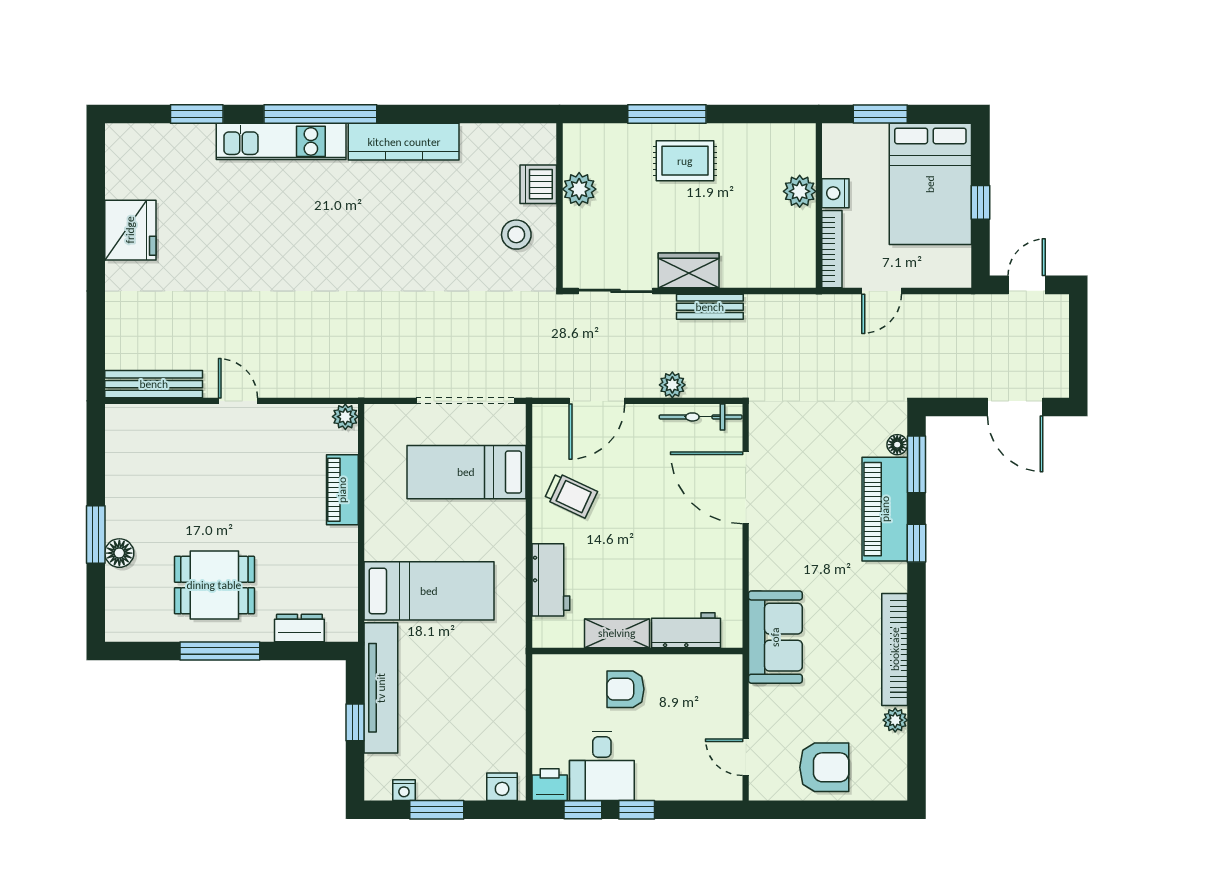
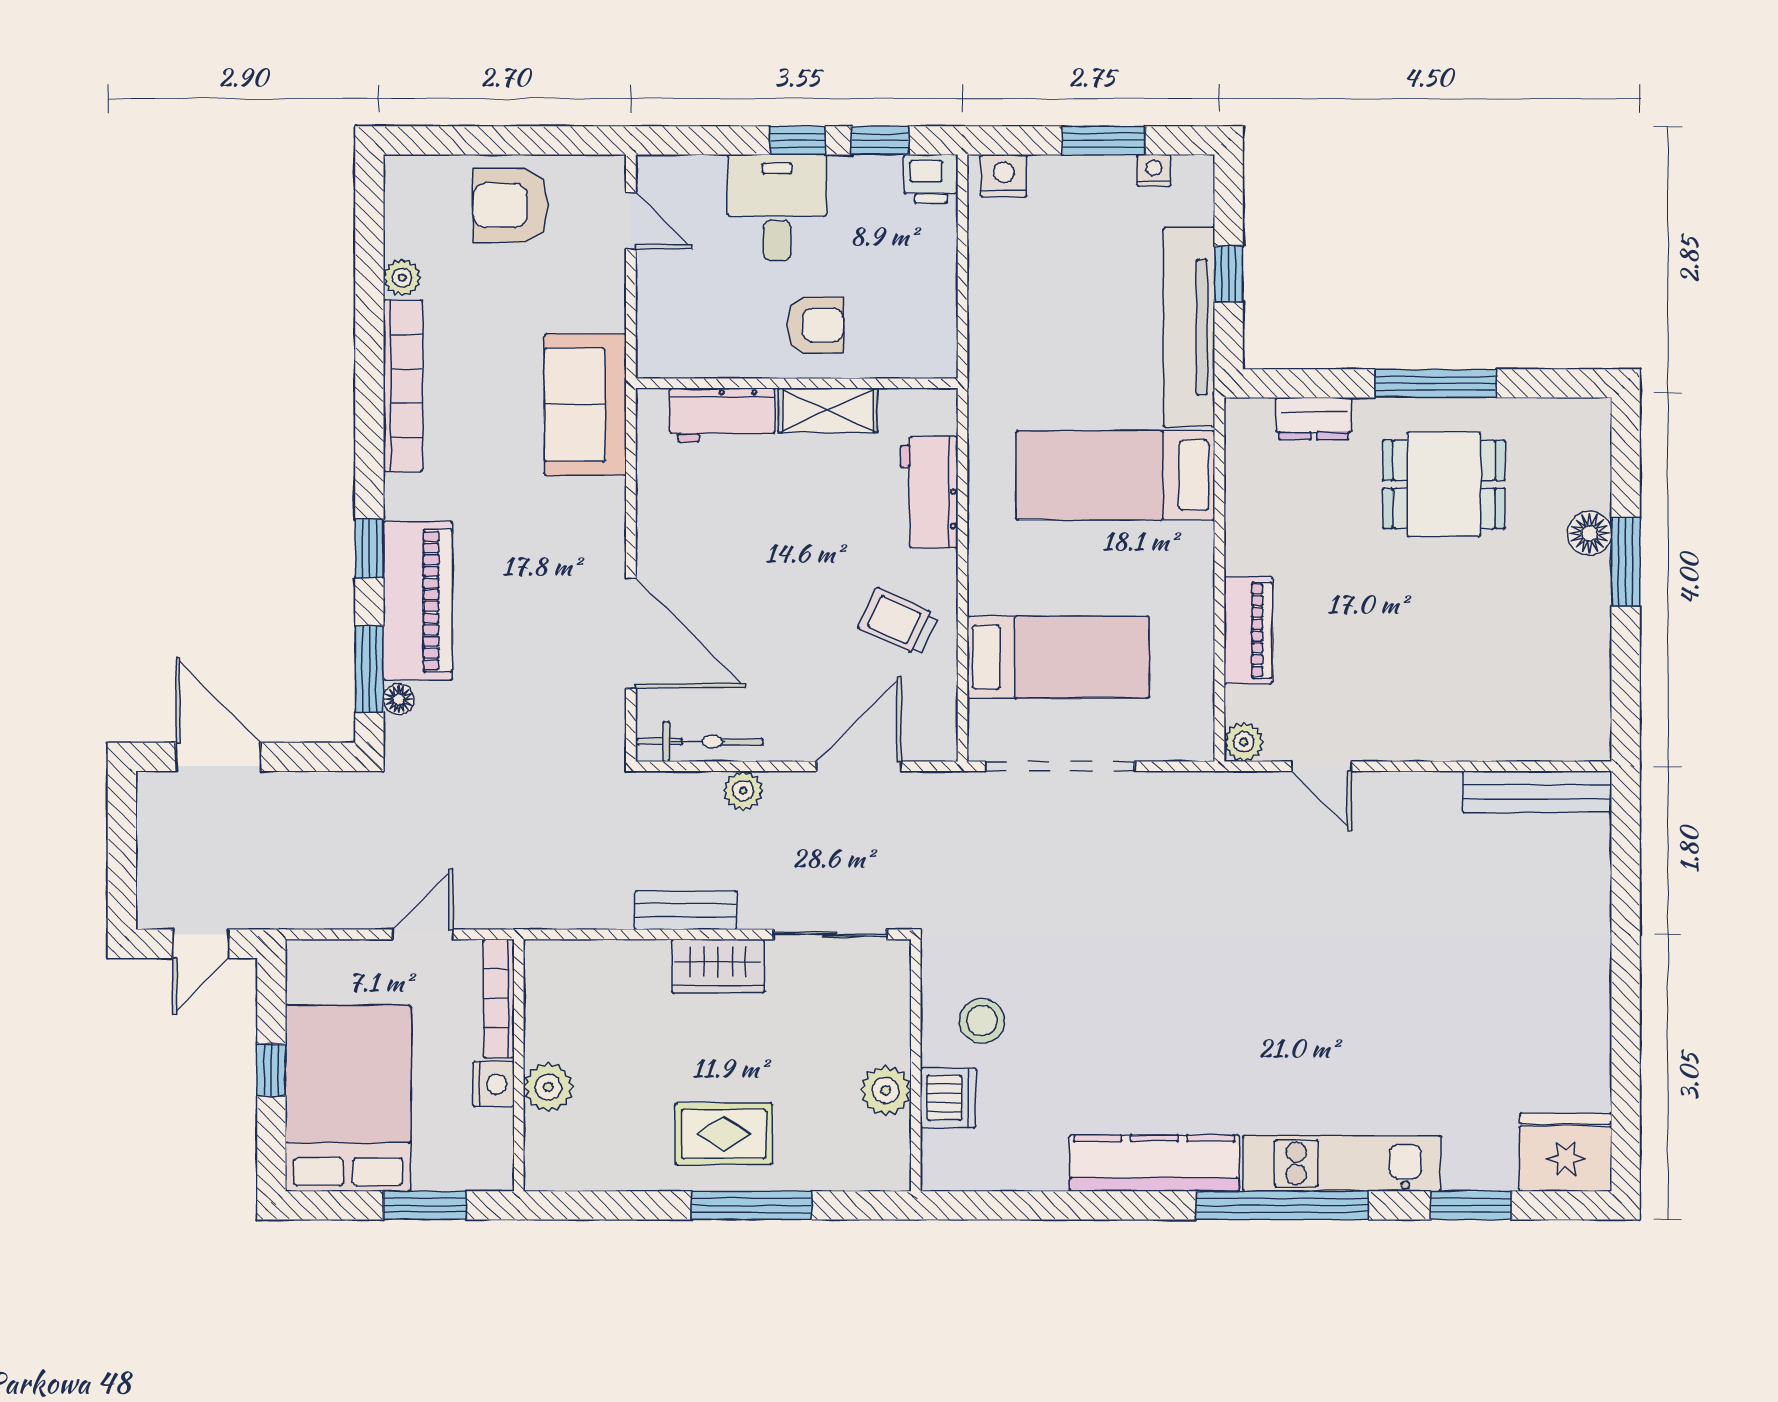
fridge: (130, 230) -> (1566, 1152), moved, turned 90
door: (238, 401) -> (1322, 766), moved
desk: (602, 766) -> (777, 208), moved

